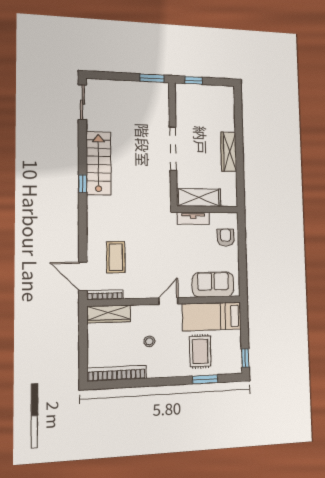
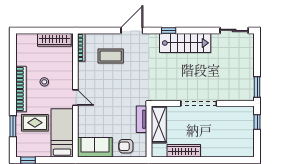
wardrobe: (229, 152) -> (184, 151), moved
armchair: (226, 237) -> (126, 146), turned 180
door: (83, 276) -> (132, 30), moved
sofa: (213, 285) -> (95, 147), moved, turned -90
wardrobe: (109, 314) -> (54, 40), moved, turned -90
bookcase: (117, 373) -> (21, 89), moved

